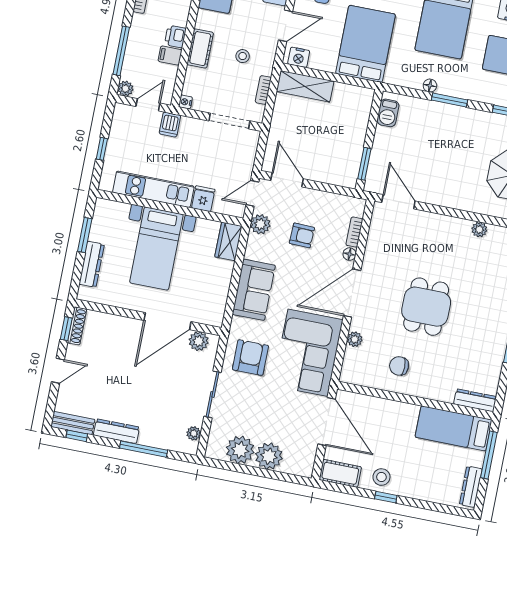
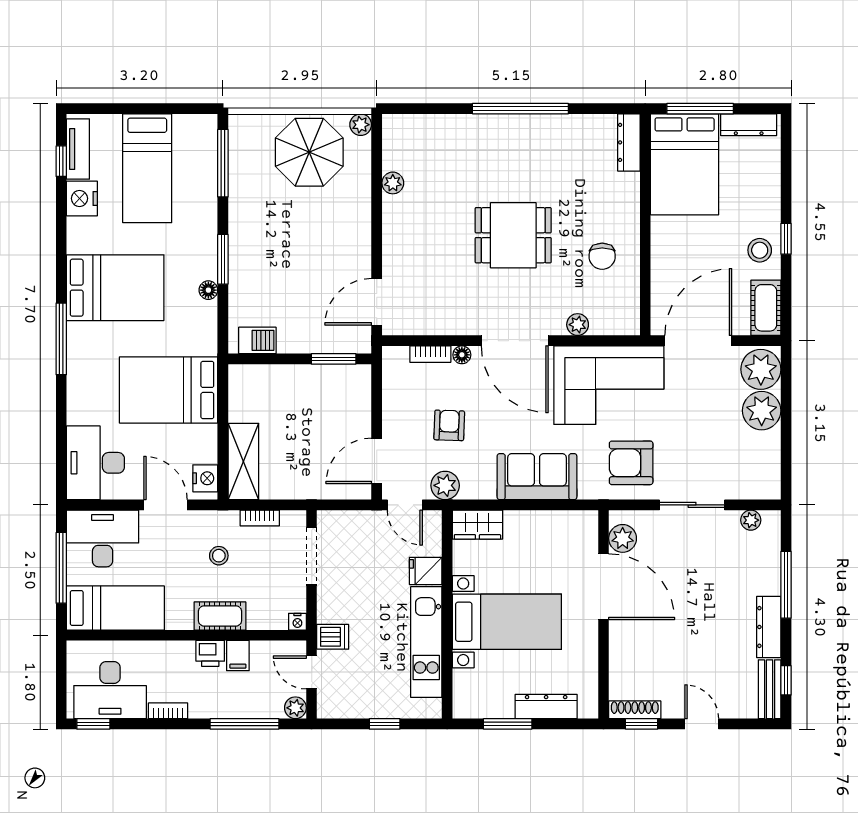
bed: (454, 428) -> (685, 164), width x1.50
plant: (240, 450) -> (761, 369), moved

